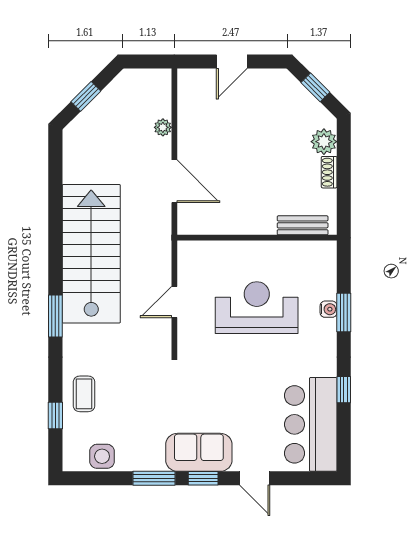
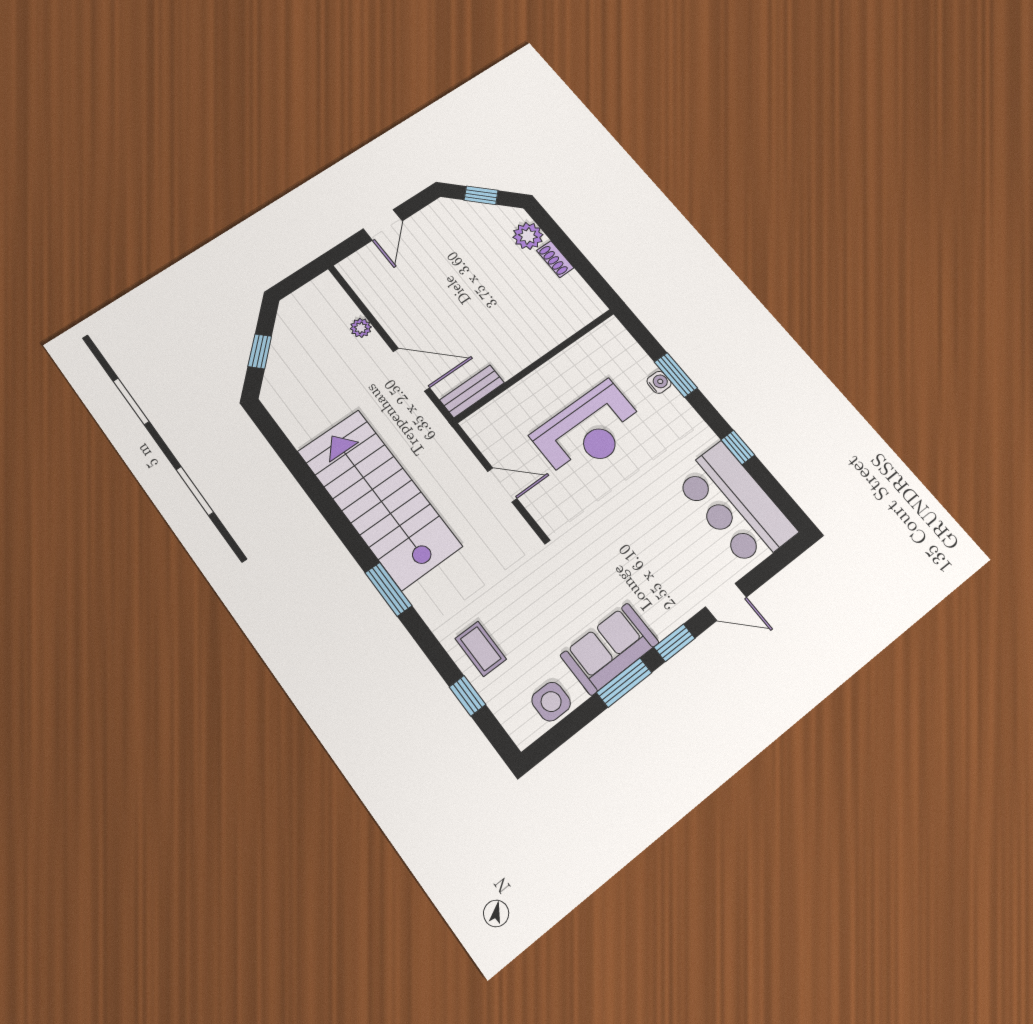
bench: (303, 225) -> (472, 391), moved
door: (174, 302) -> (502, 485), swing flipped
reception desk: (257, 308) -> (589, 431), turned 180
sofa: (199, 452) -> (610, 649), moved

